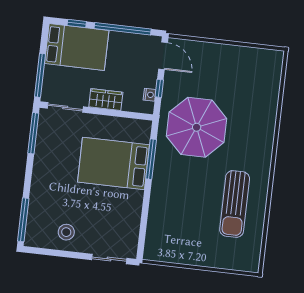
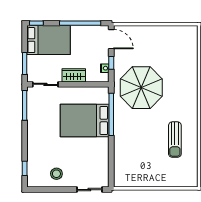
window: (77, 23) -> (36, 23), moved
window: (40, 75) -> (25, 63), width x0.69
window: (151, 159) -> (111, 114), width x1.46
sun lounger: (235, 204) -> (175, 140), width x0.73, depth x0.75
window: (23, 220) -> (25, 168), width x0.46

